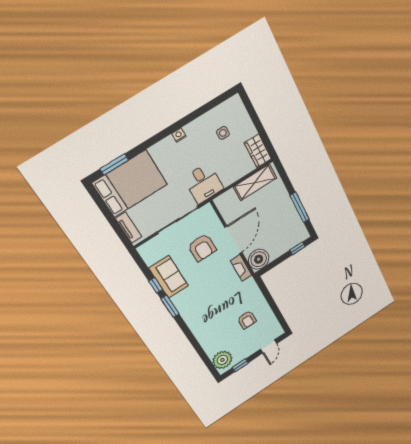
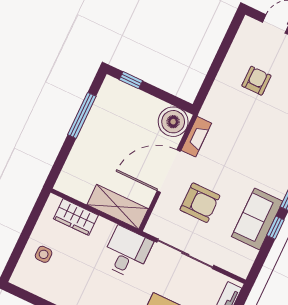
side table: (223, 133) -> (44, 254), moved
wardrobe: (258, 151) -> (76, 217), moved, turned 90
shelving: (255, 182) -> (118, 207), moved
armchair: (202, 248) -> (200, 203), turned 90

